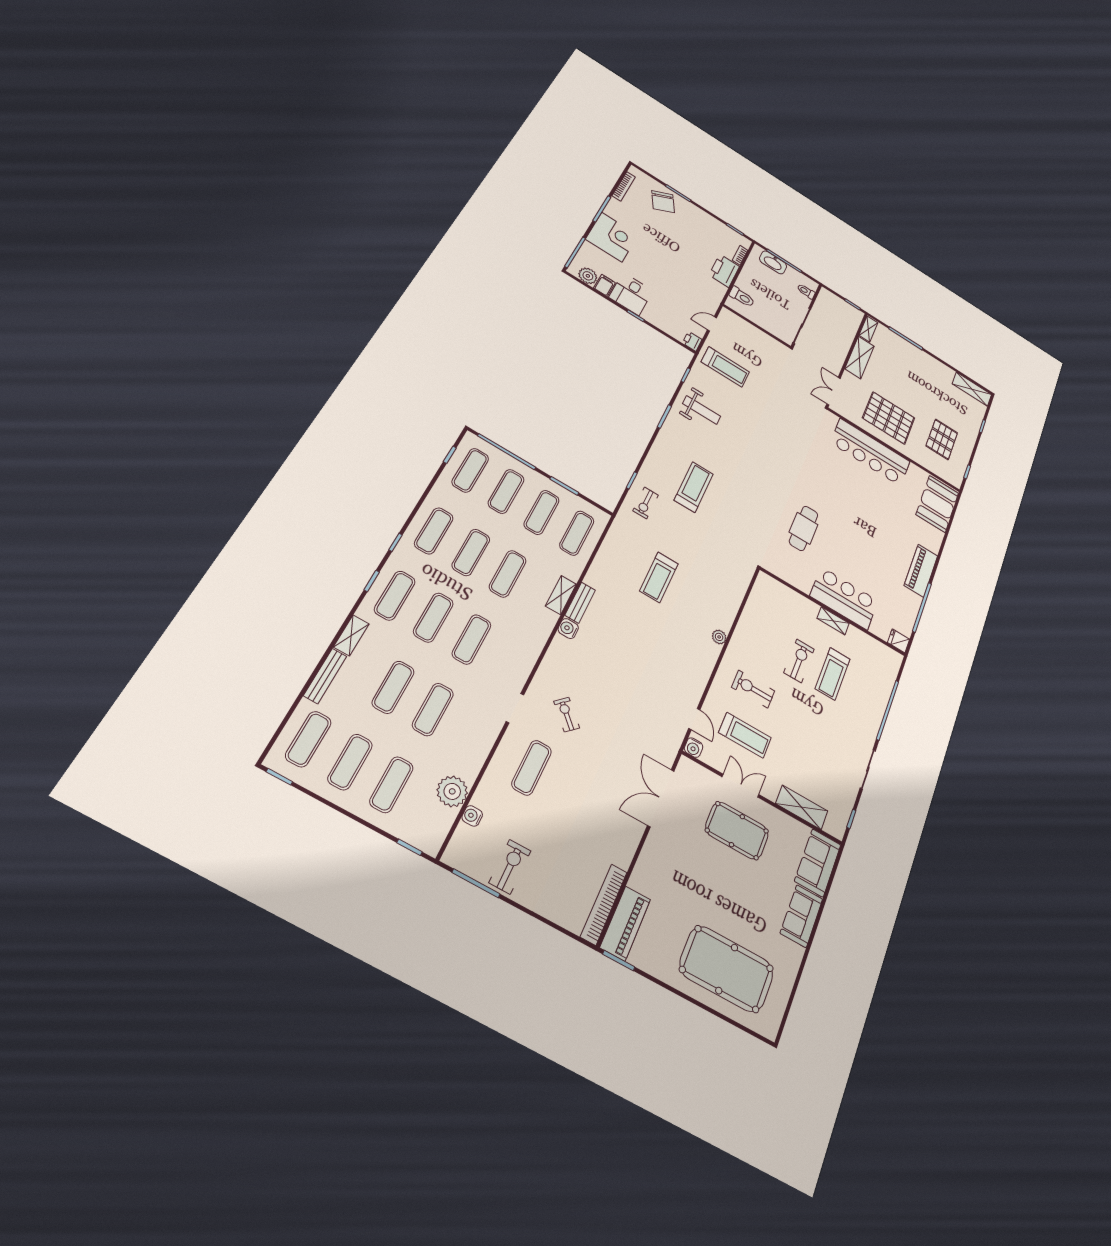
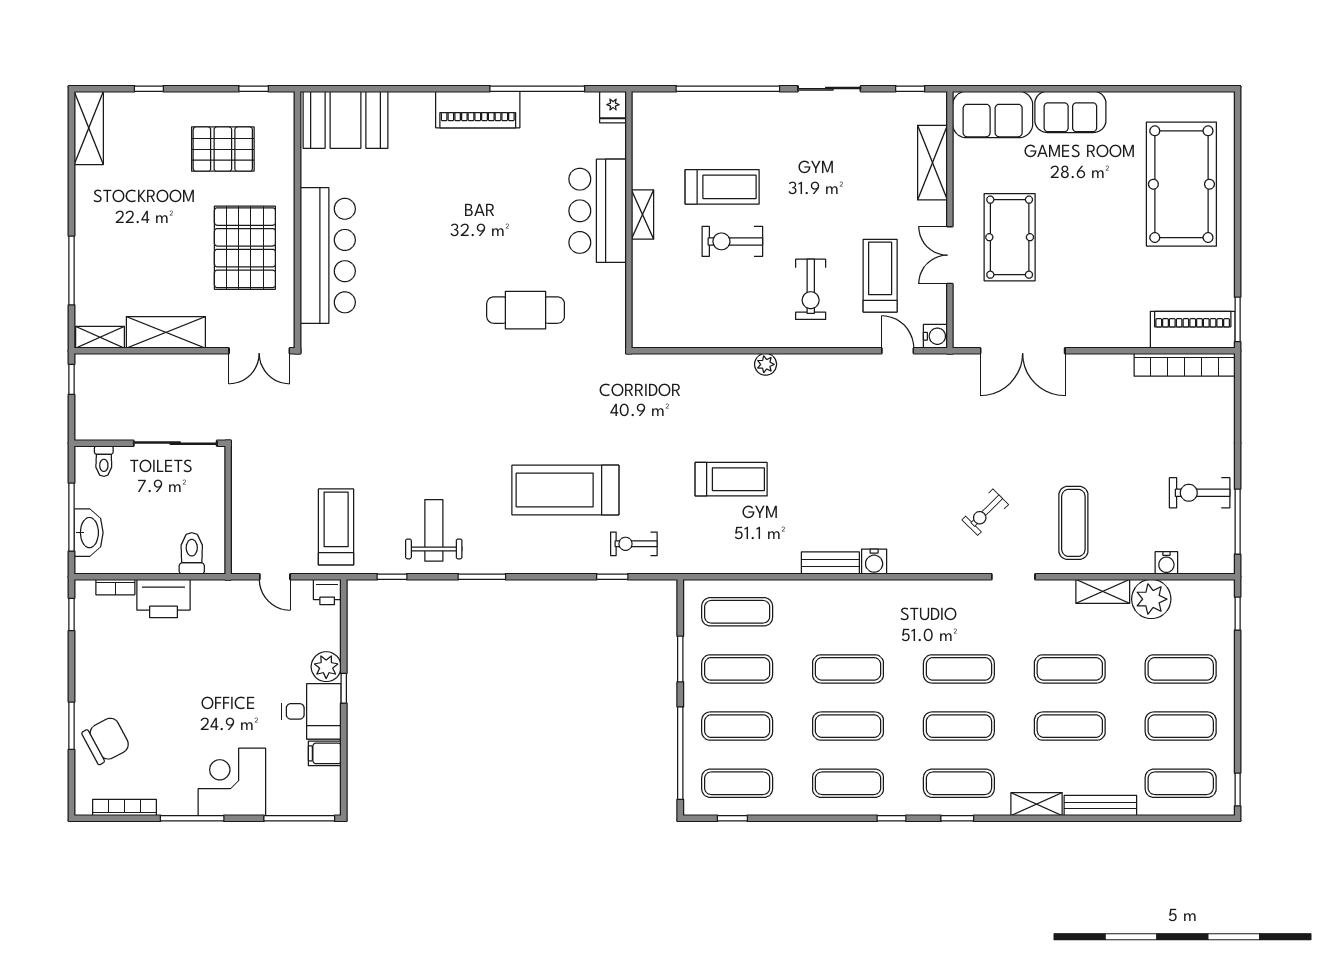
plant: (588, 276) -> (326, 667), moved
treadmill: (694, 487) -> (565, 490), width x1.37, depth x1.38
exercise bike: (646, 503) -> (634, 544), turned 180
shelving: (561, 595) -> (1103, 591), moved
door: (694, 719) -> (898, 351), hinge flipped
exercise mat: (532, 768) -> (1073, 523), turned 90

